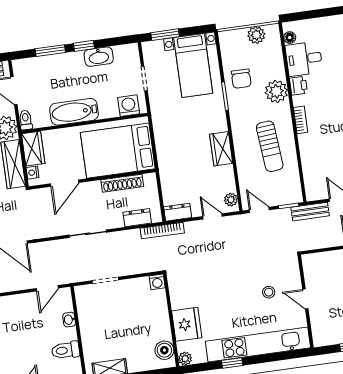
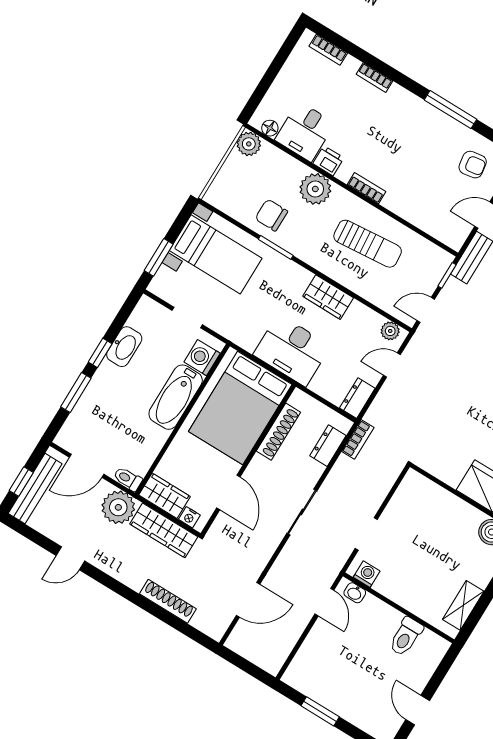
plant: (256, 35) -> (249, 144), moved
chair: (241, 79) -> (271, 215), turned 180
bathtub: (74, 112) -> (176, 397), moved
desk: (174, 153) -> (292, 350), added
bookcase: (162, 231) -> (358, 439), width x0.64
washing machine: (157, 282) -> (367, 574), moved, turned -90
washbasin: (69, 320) -> (355, 593), moved

